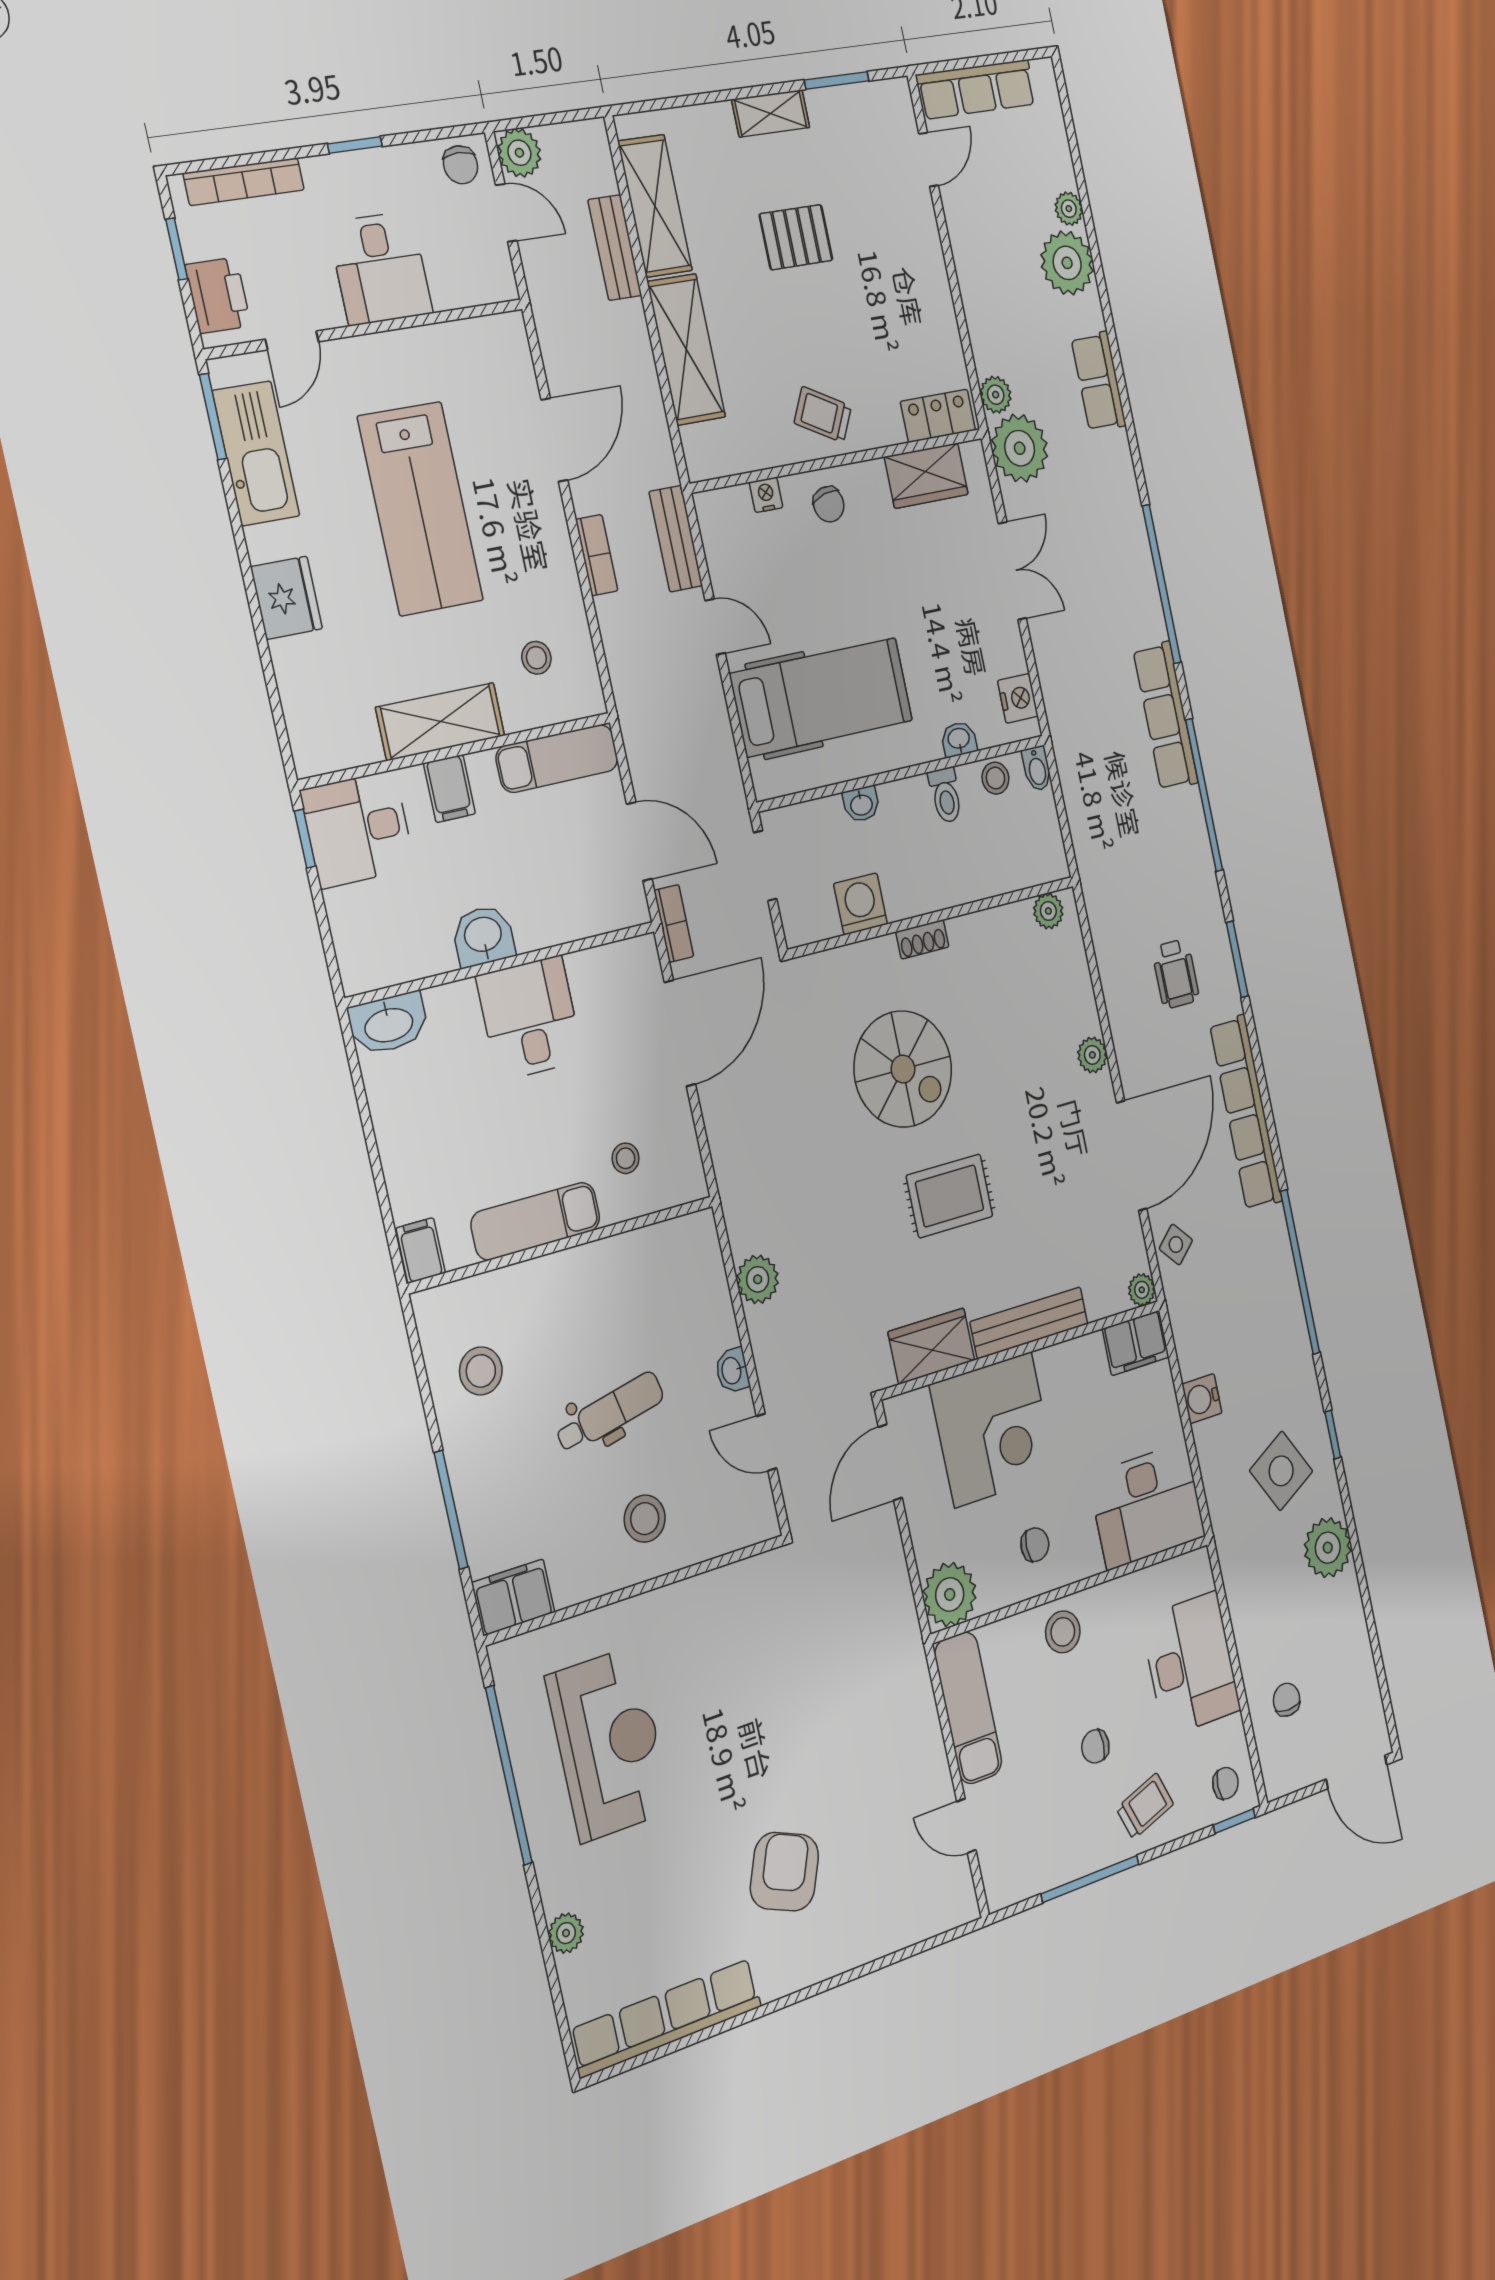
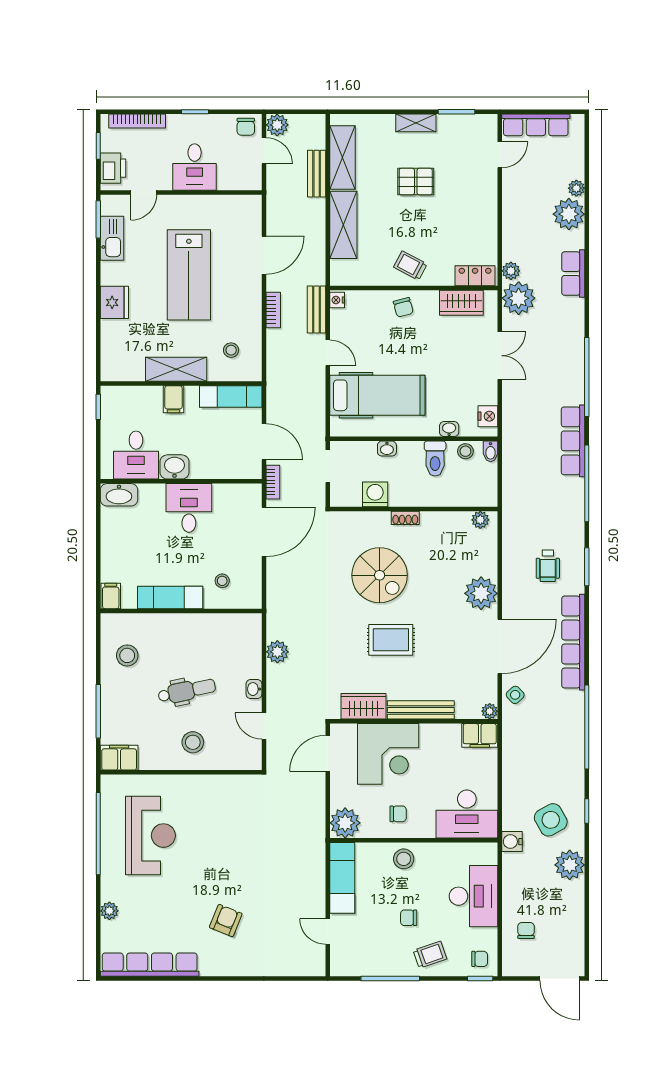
kitchen sink: (256, 453) -> (112, 238), width x0.73, depth x0.81
nightstand: (766, 495) -> (337, 300), moved, turned -90
toilet: (946, 795) -> (435, 459), width x1.37, depth x1.39
desk: (358, 829) -> (136, 455), moved, turned -90
plant: (1092, 1055) -> (481, 593), width x1.87, depth x1.87
water cooler: (1202, 1399) -> (512, 842), moved
armchair: (784, 1872) -> (226, 920), width x0.72, depth x0.72

